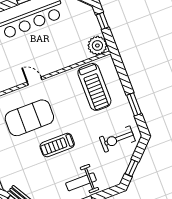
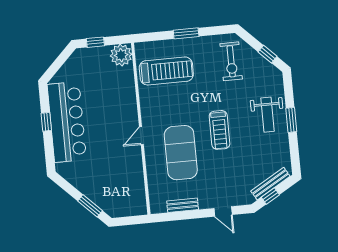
window: (134, 104) -> (186, 33), moved

